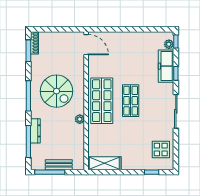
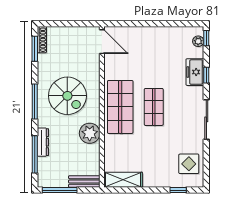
freezer: (166, 66) -> (195, 72), width x0.71
plant: (80, 119) -> (90, 133), width x1.88, depth x1.88
bench: (59, 165) -> (84, 181), moved

